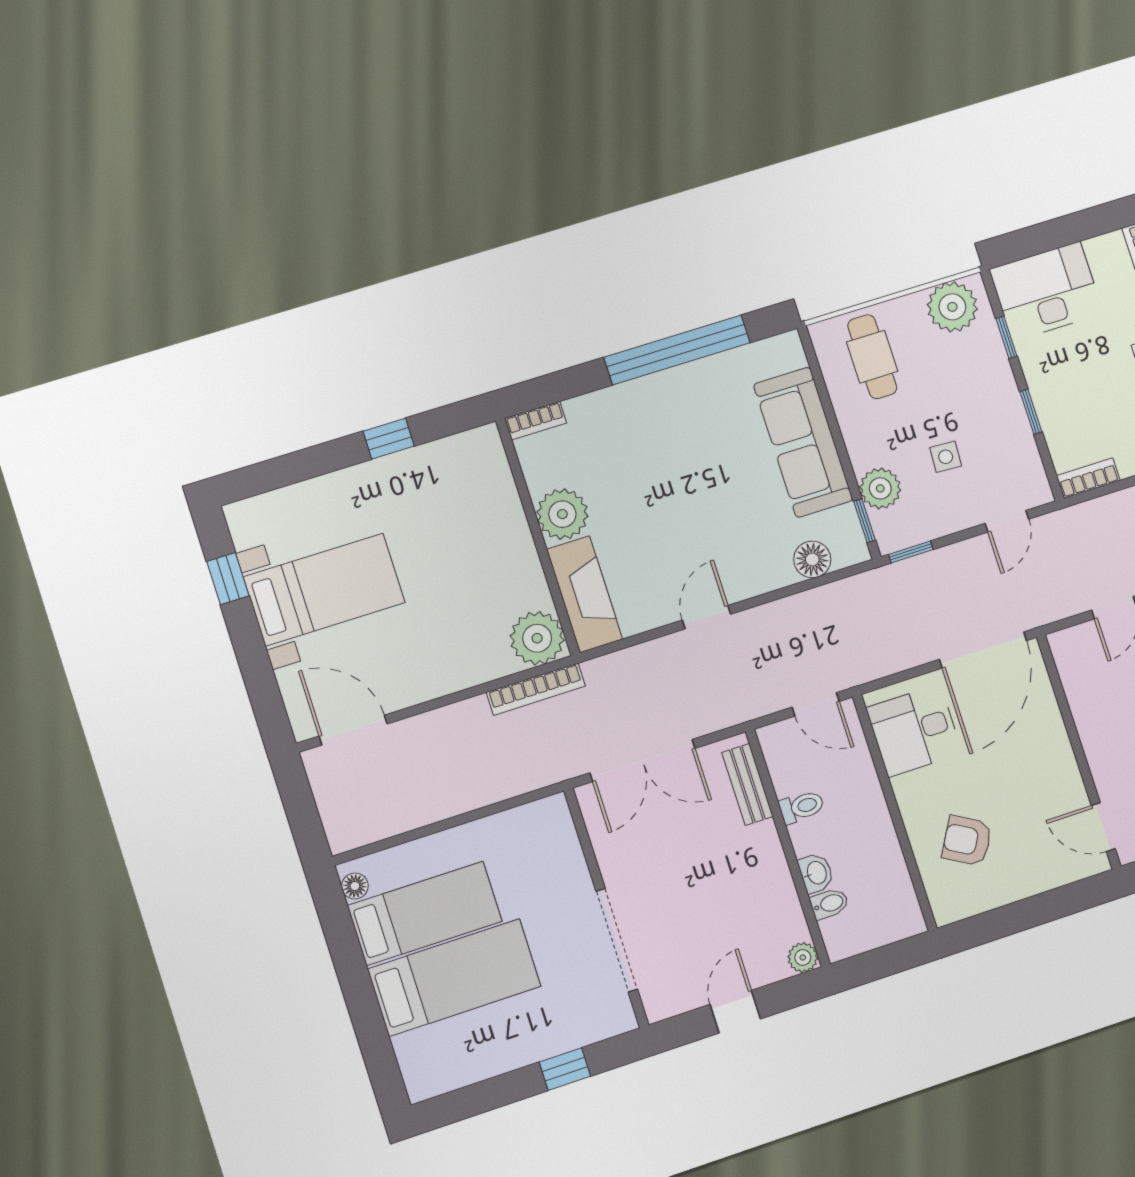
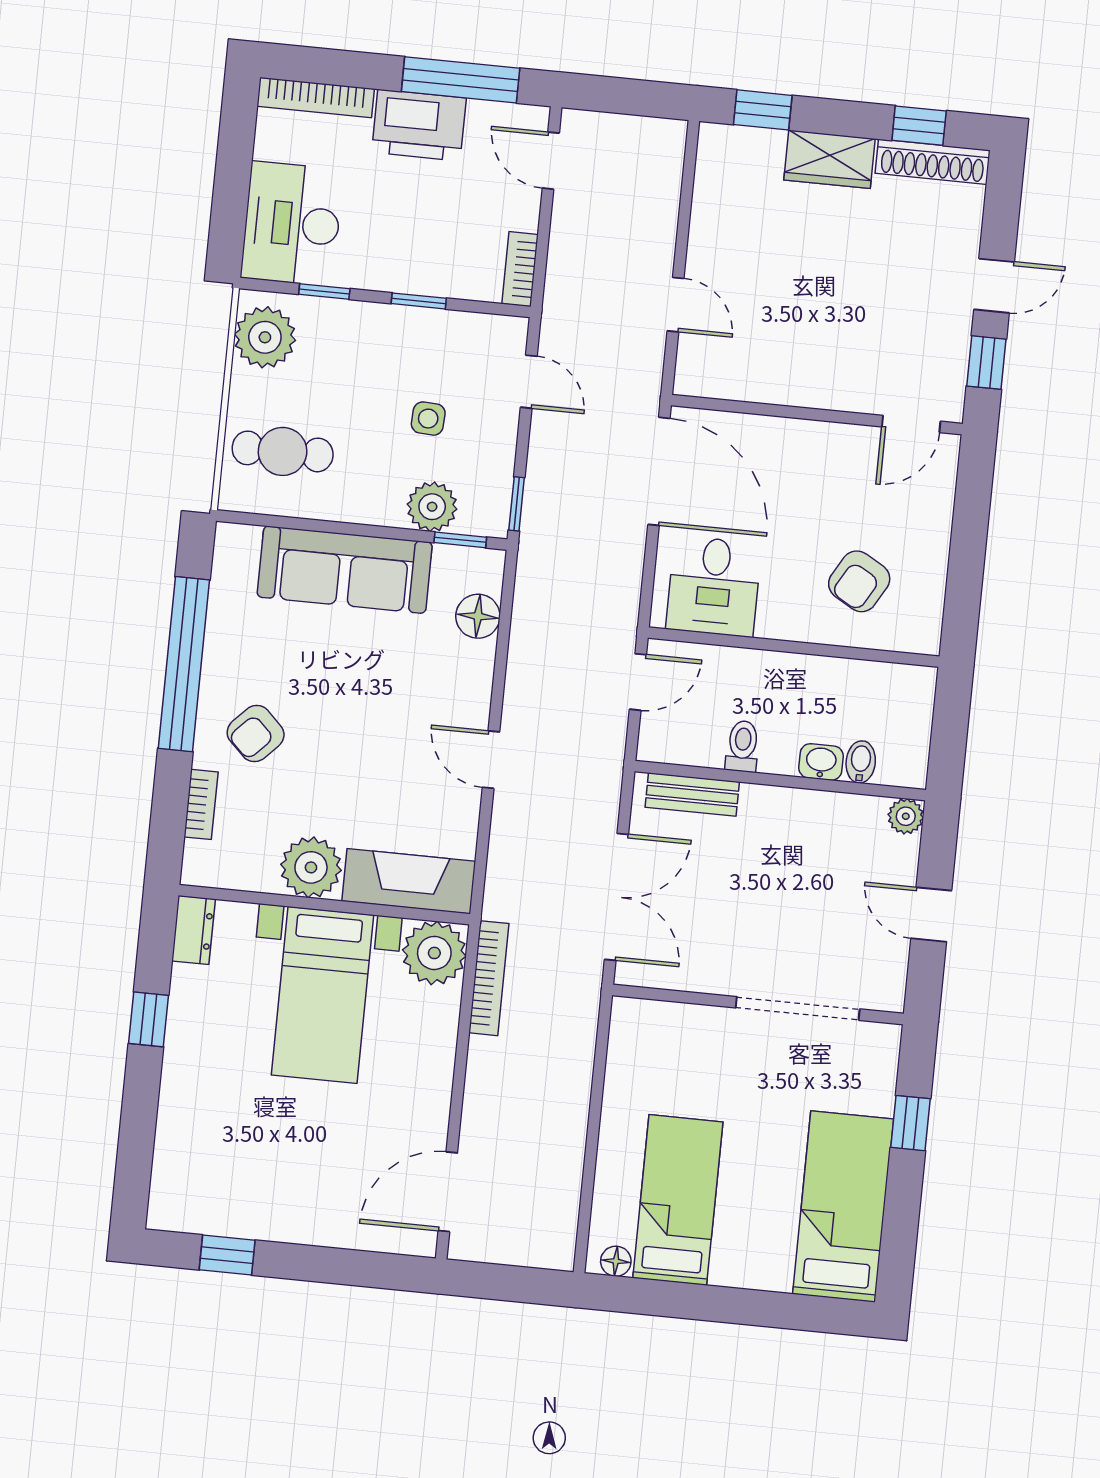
bookcase: (536, 421) -> (201, 804), moved
armchair: (648, 427) -> (256, 734), added
dresser: (474, 444) -> (193, 930), added
bed with nightstands: (324, 590) -> (323, 995), moved, turned 180
bed: (454, 978) -> (843, 1206), moved

